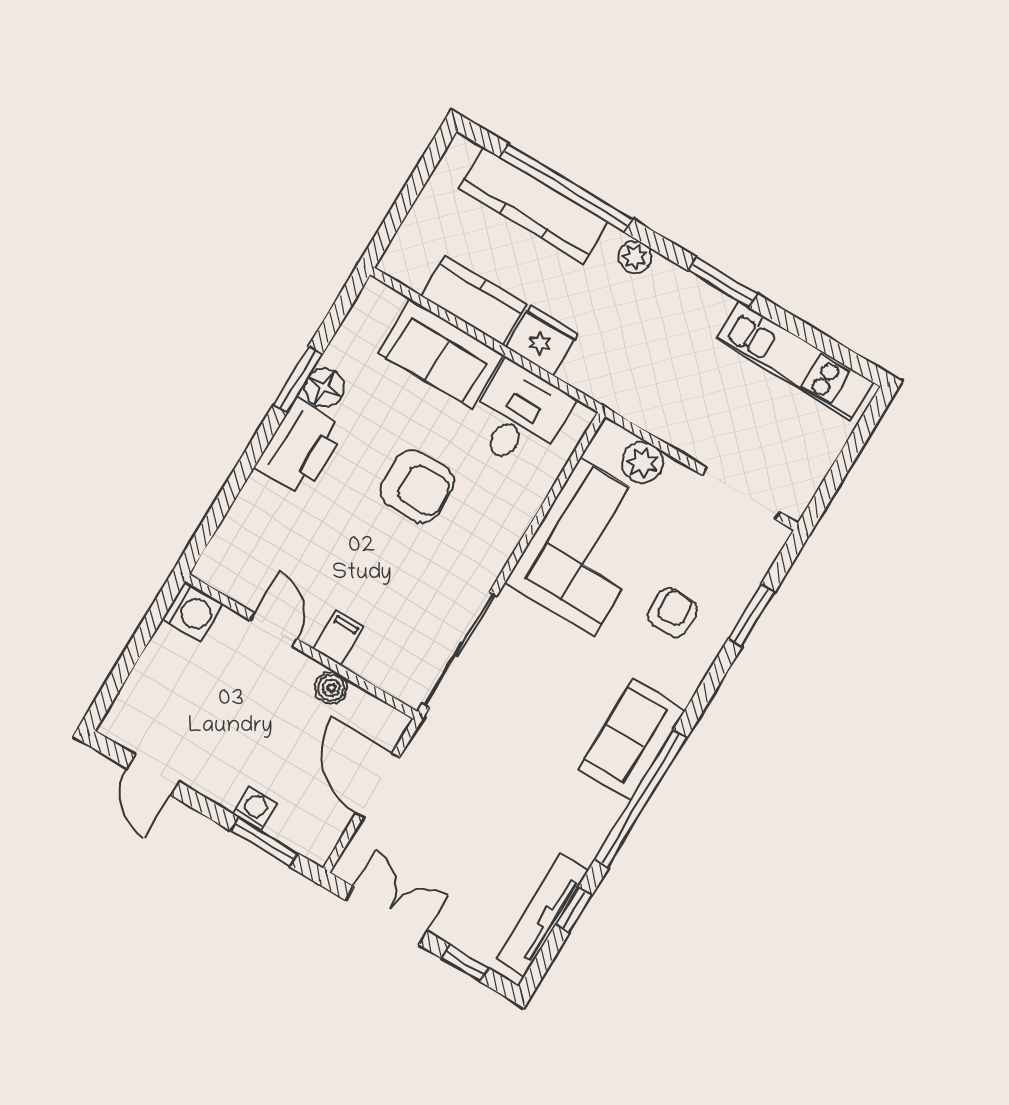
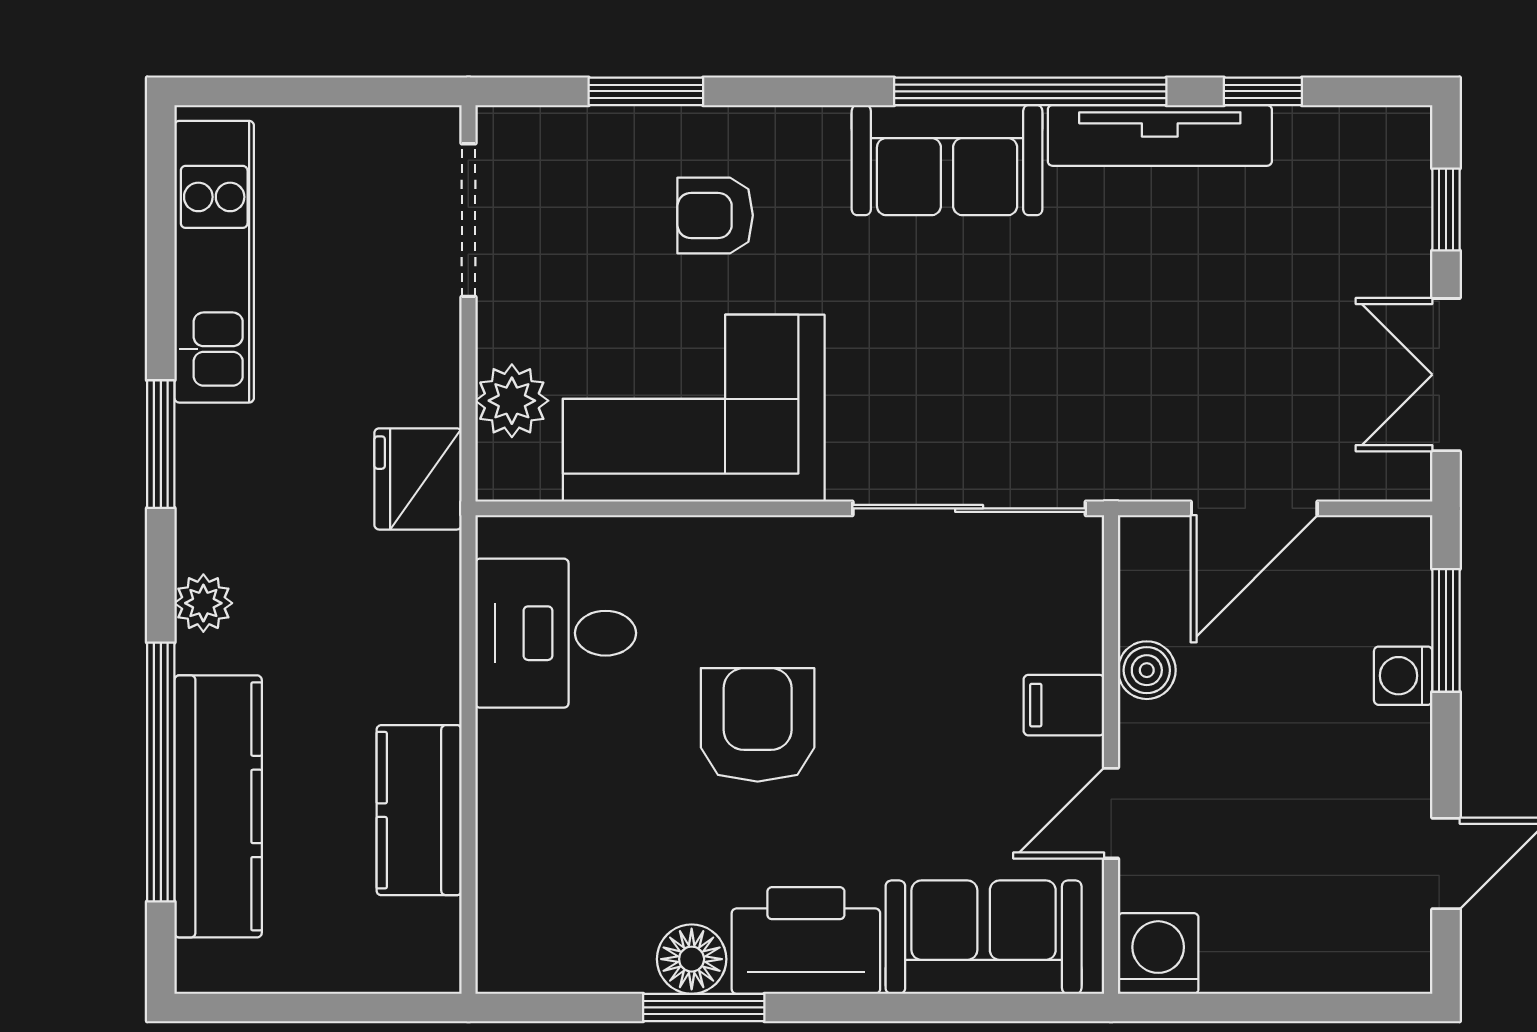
fridge: (542, 340) -> (418, 479), moved
sofa: (441, 354) -> (984, 937), moved, turned -90
tv unit: (542, 915) -> (1160, 135), moved

